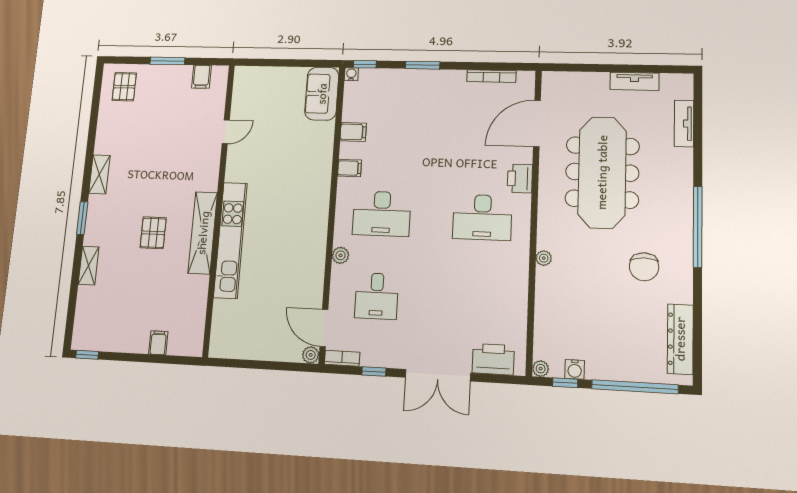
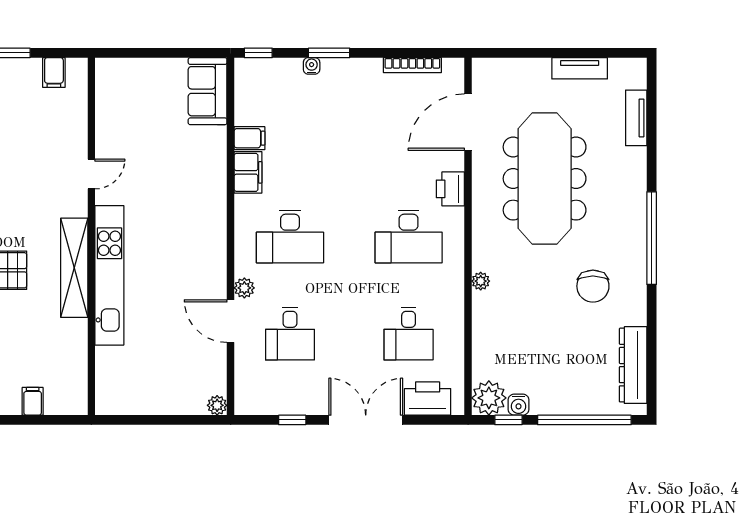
water cooler: (351, 74) -> (312, 66), moved
door: (226, 132) -> (91, 174), moved
filing cabinet: (349, 168) -> (248, 172), width x2.00
desk: (479, 301) -> (409, 334), added
door: (324, 328) -> (231, 321), moved
bookcase: (342, 358) -> (254, 407), removed
plant: (541, 369) -> (489, 398), width x1.88, depth x1.88
double door: (438, 375) -> (366, 420), swing flipped

